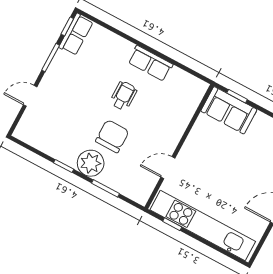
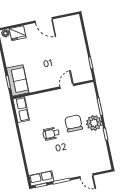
row of seats: (150, 63) -> (21, 110), moved
chair: (112, 136) -> (74, 123), turned 90
door: (168, 168) -> (67, 86), swing flipped
kitchen unit: (203, 226) -> (80, 49), removed

